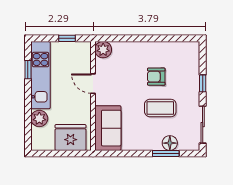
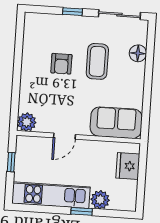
window: (28, 70) -> (82, 211), moved
fridge: (71, 137) -> (128, 166), width x0.73, depth x0.75
window: (166, 153) -> (149, 59), removed

